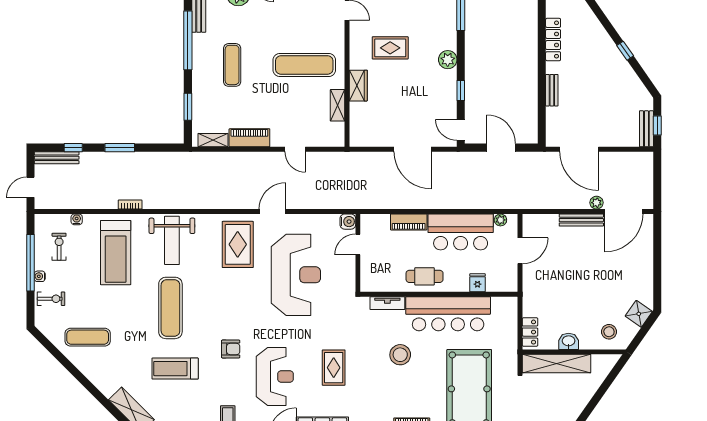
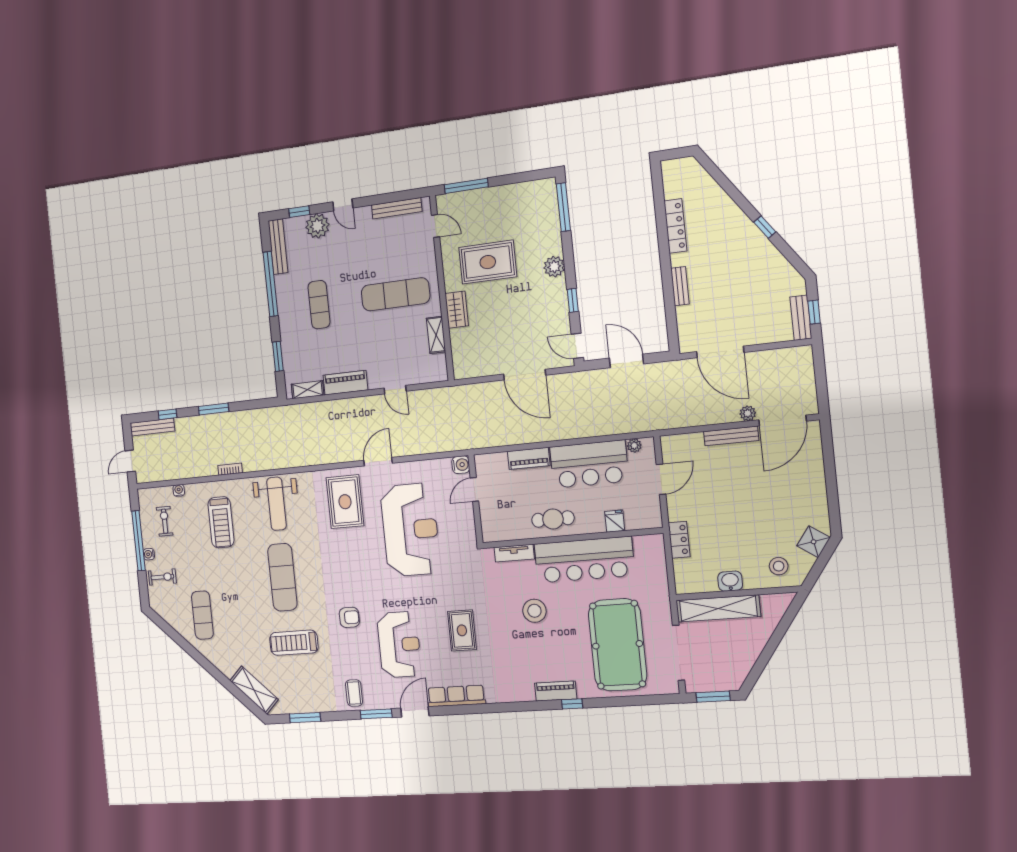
rug: (390, 48) -> (488, 262), width x1.36, depth x1.43
treadmill: (116, 253) -> (221, 522), width x0.73, depth x0.73
locker: (530, 332) -> (679, 540), moved
exercise mat: (88, 337) -> (202, 615), turned 90

